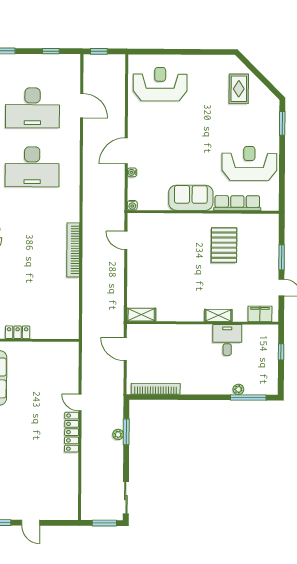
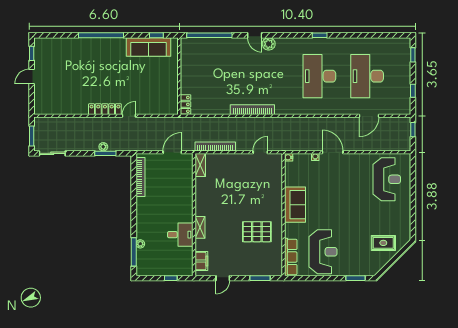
row of seats: (237, 203) -> (291, 257), moved
window: (282, 257) -> (260, 278), moved
bookcase: (118, 296) -> (215, 146), added
locker: (18, 332) -> (185, 104), moved

